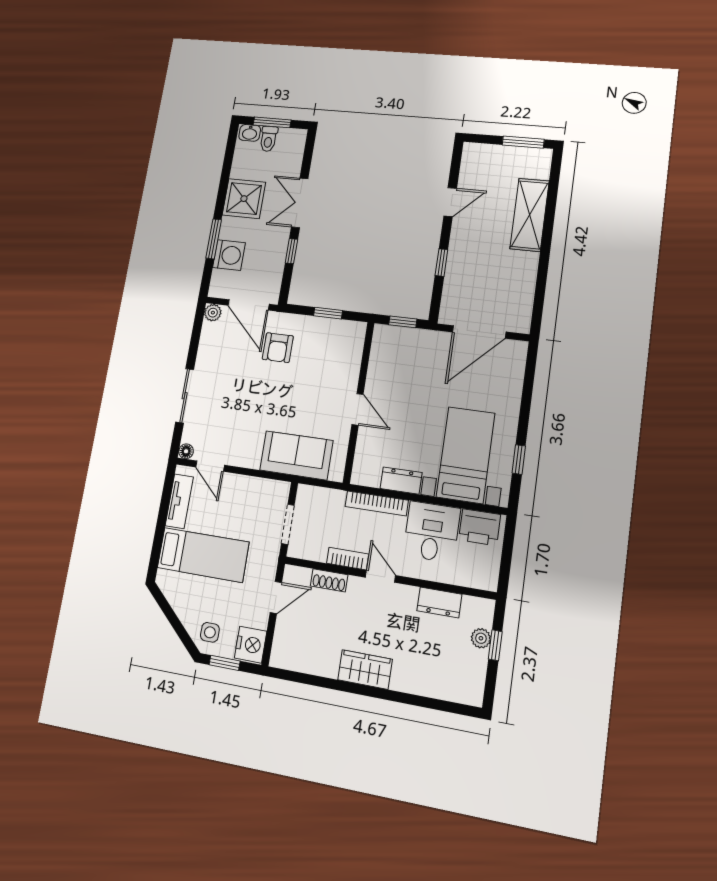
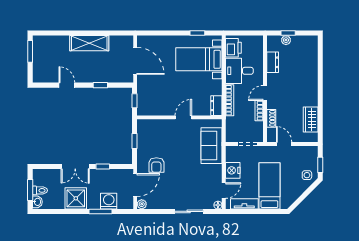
shelving: (530, 215) -> (89, 43), moved
armchair: (278, 348) -> (156, 165), turned 90
dresser: (401, 481) -> (216, 106), moved
nightstand: (251, 645) -> (233, 170), moved, turned -90
wardrobe: (365, 669) -> (311, 119), moved

